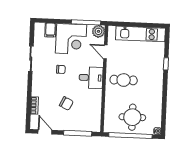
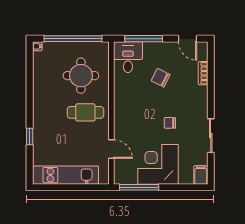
filing cabinet: (50, 30) -> (201, 175), moved
plant: (98, 31) -> (122, 176), removed
desk: (91, 78) -> (128, 57), moved, turned 90
round table: (132, 117) -> (81, 76), moved

